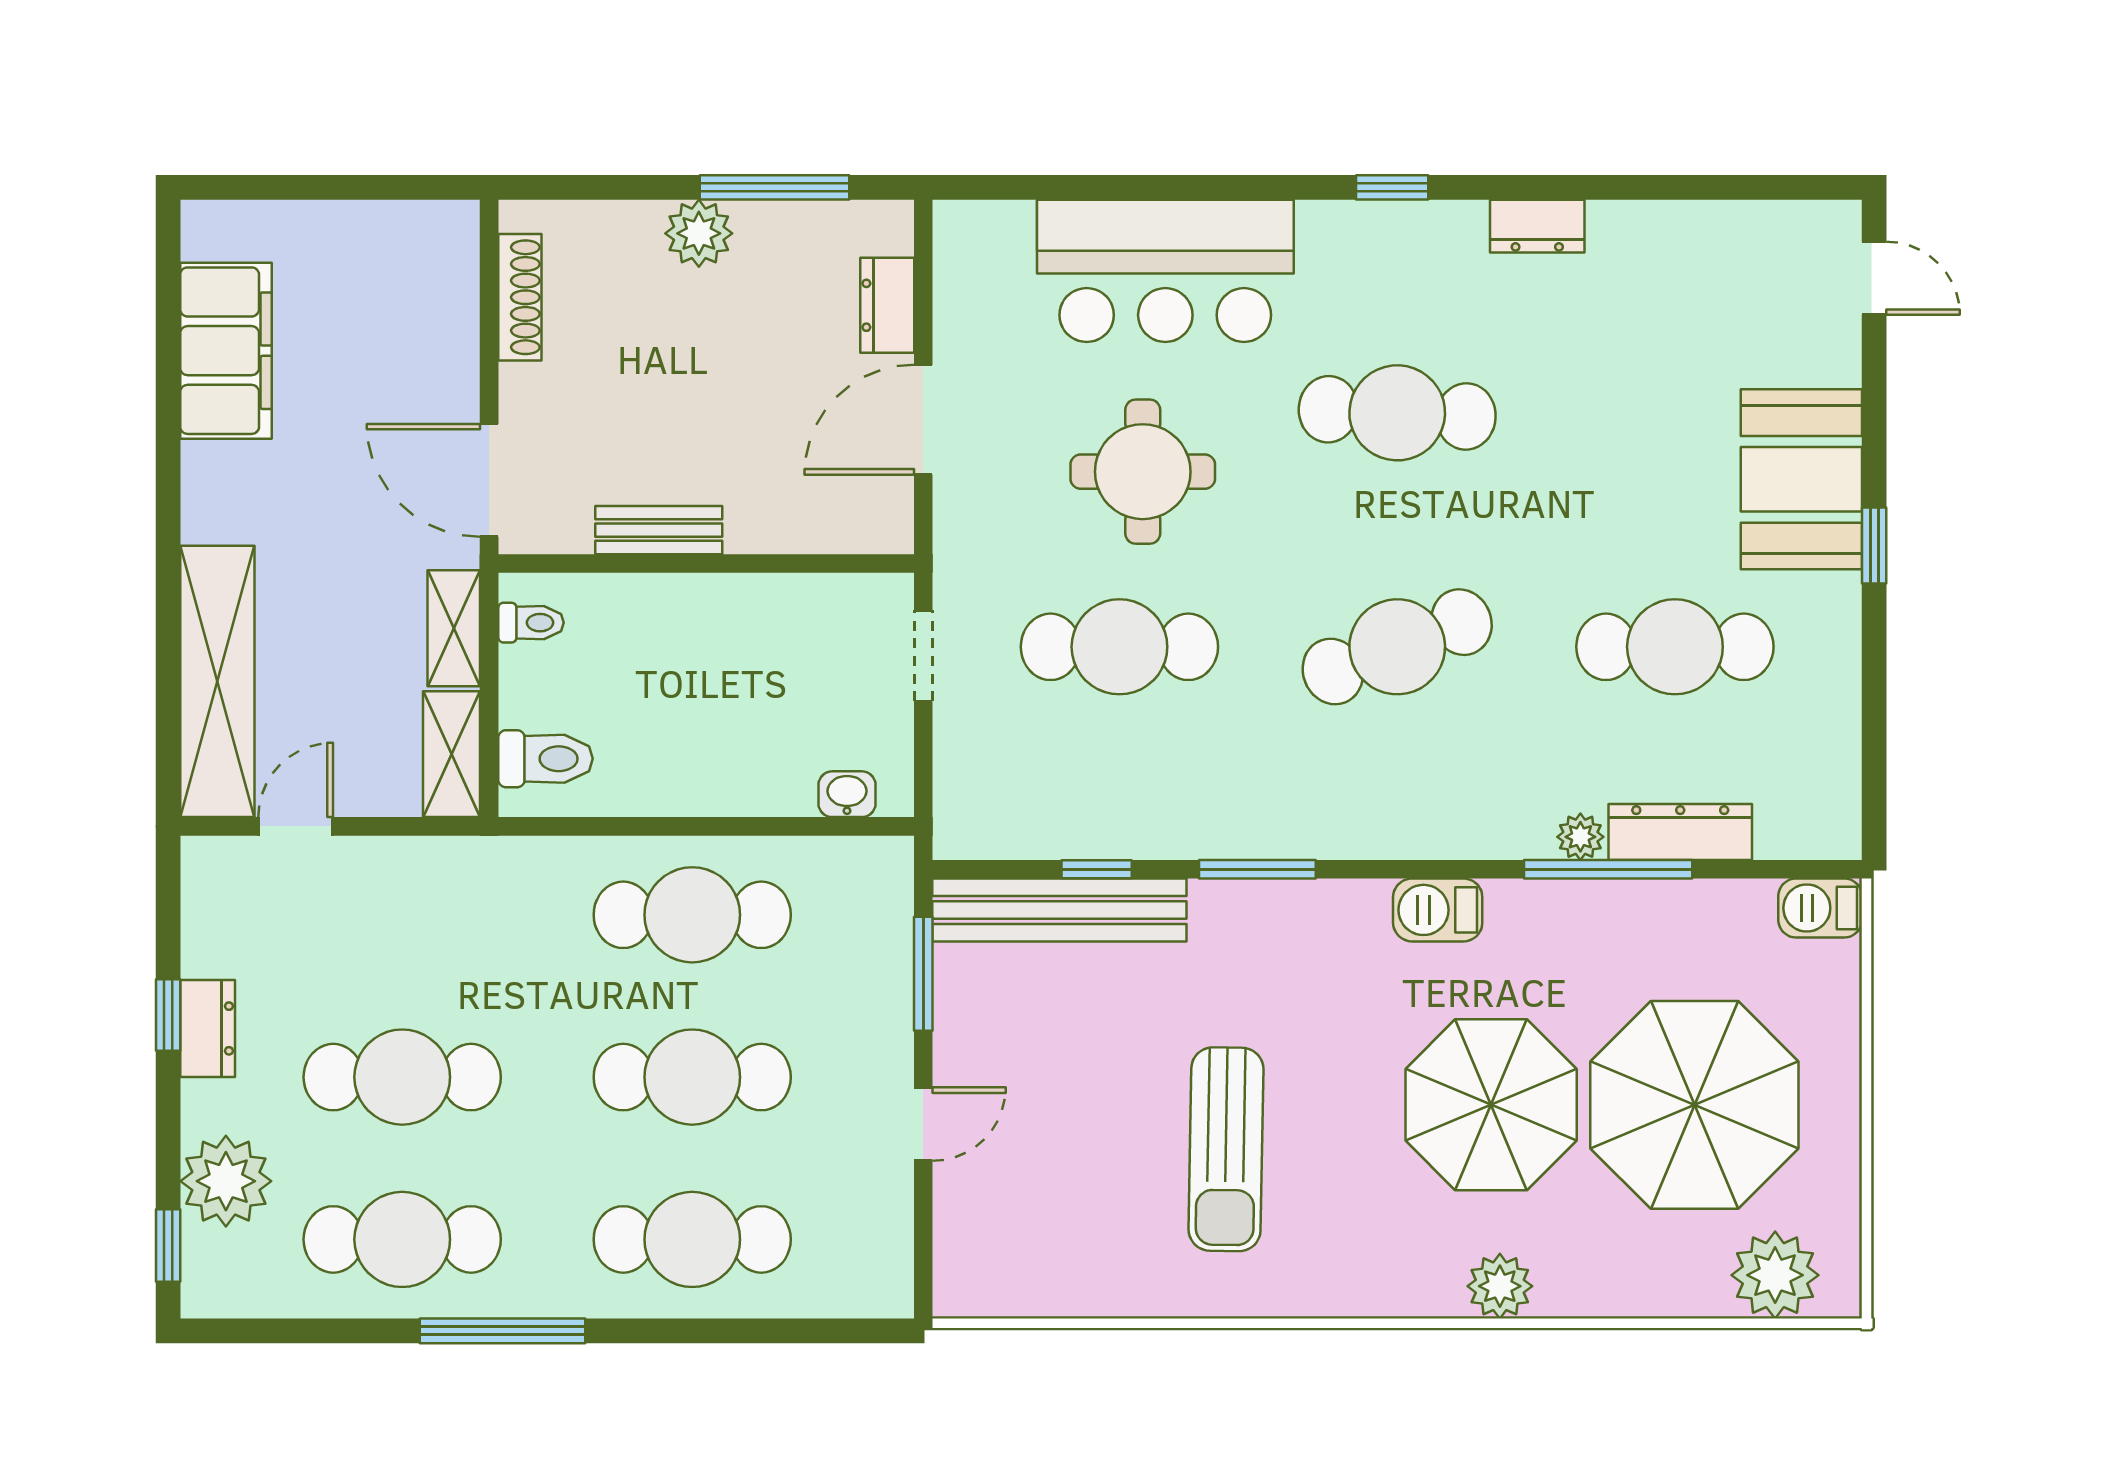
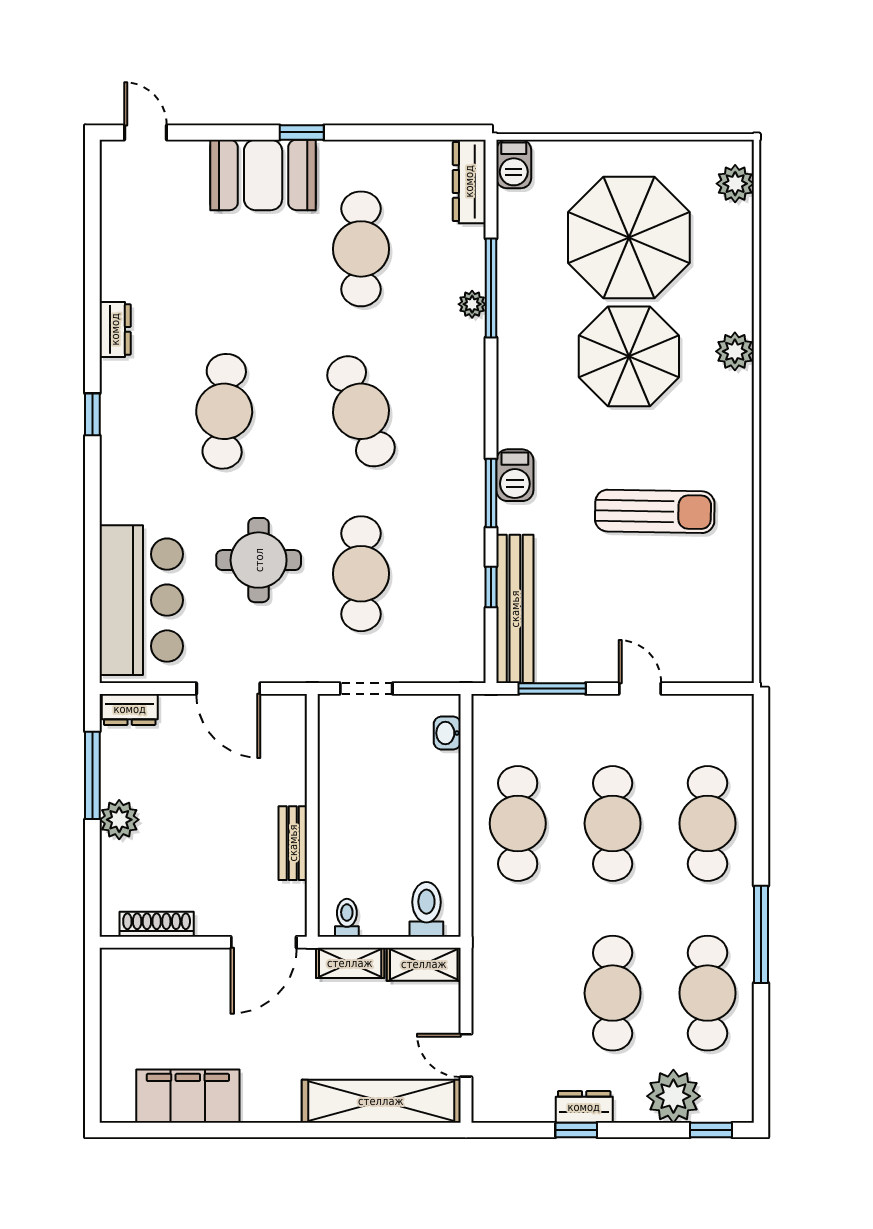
bar counter: (1165, 271) -> (141, 600), moved
door: (1874, 278) -> (145, 132), hinge flipped
dresser: (887, 305) -> (130, 709), moved
dresser: (1680, 832) -> (469, 181), moved
barbecue: (1438, 910) -> (515, 475), moved
plant: (1775, 1275) -> (735, 184), width x0.73, depth x0.73

